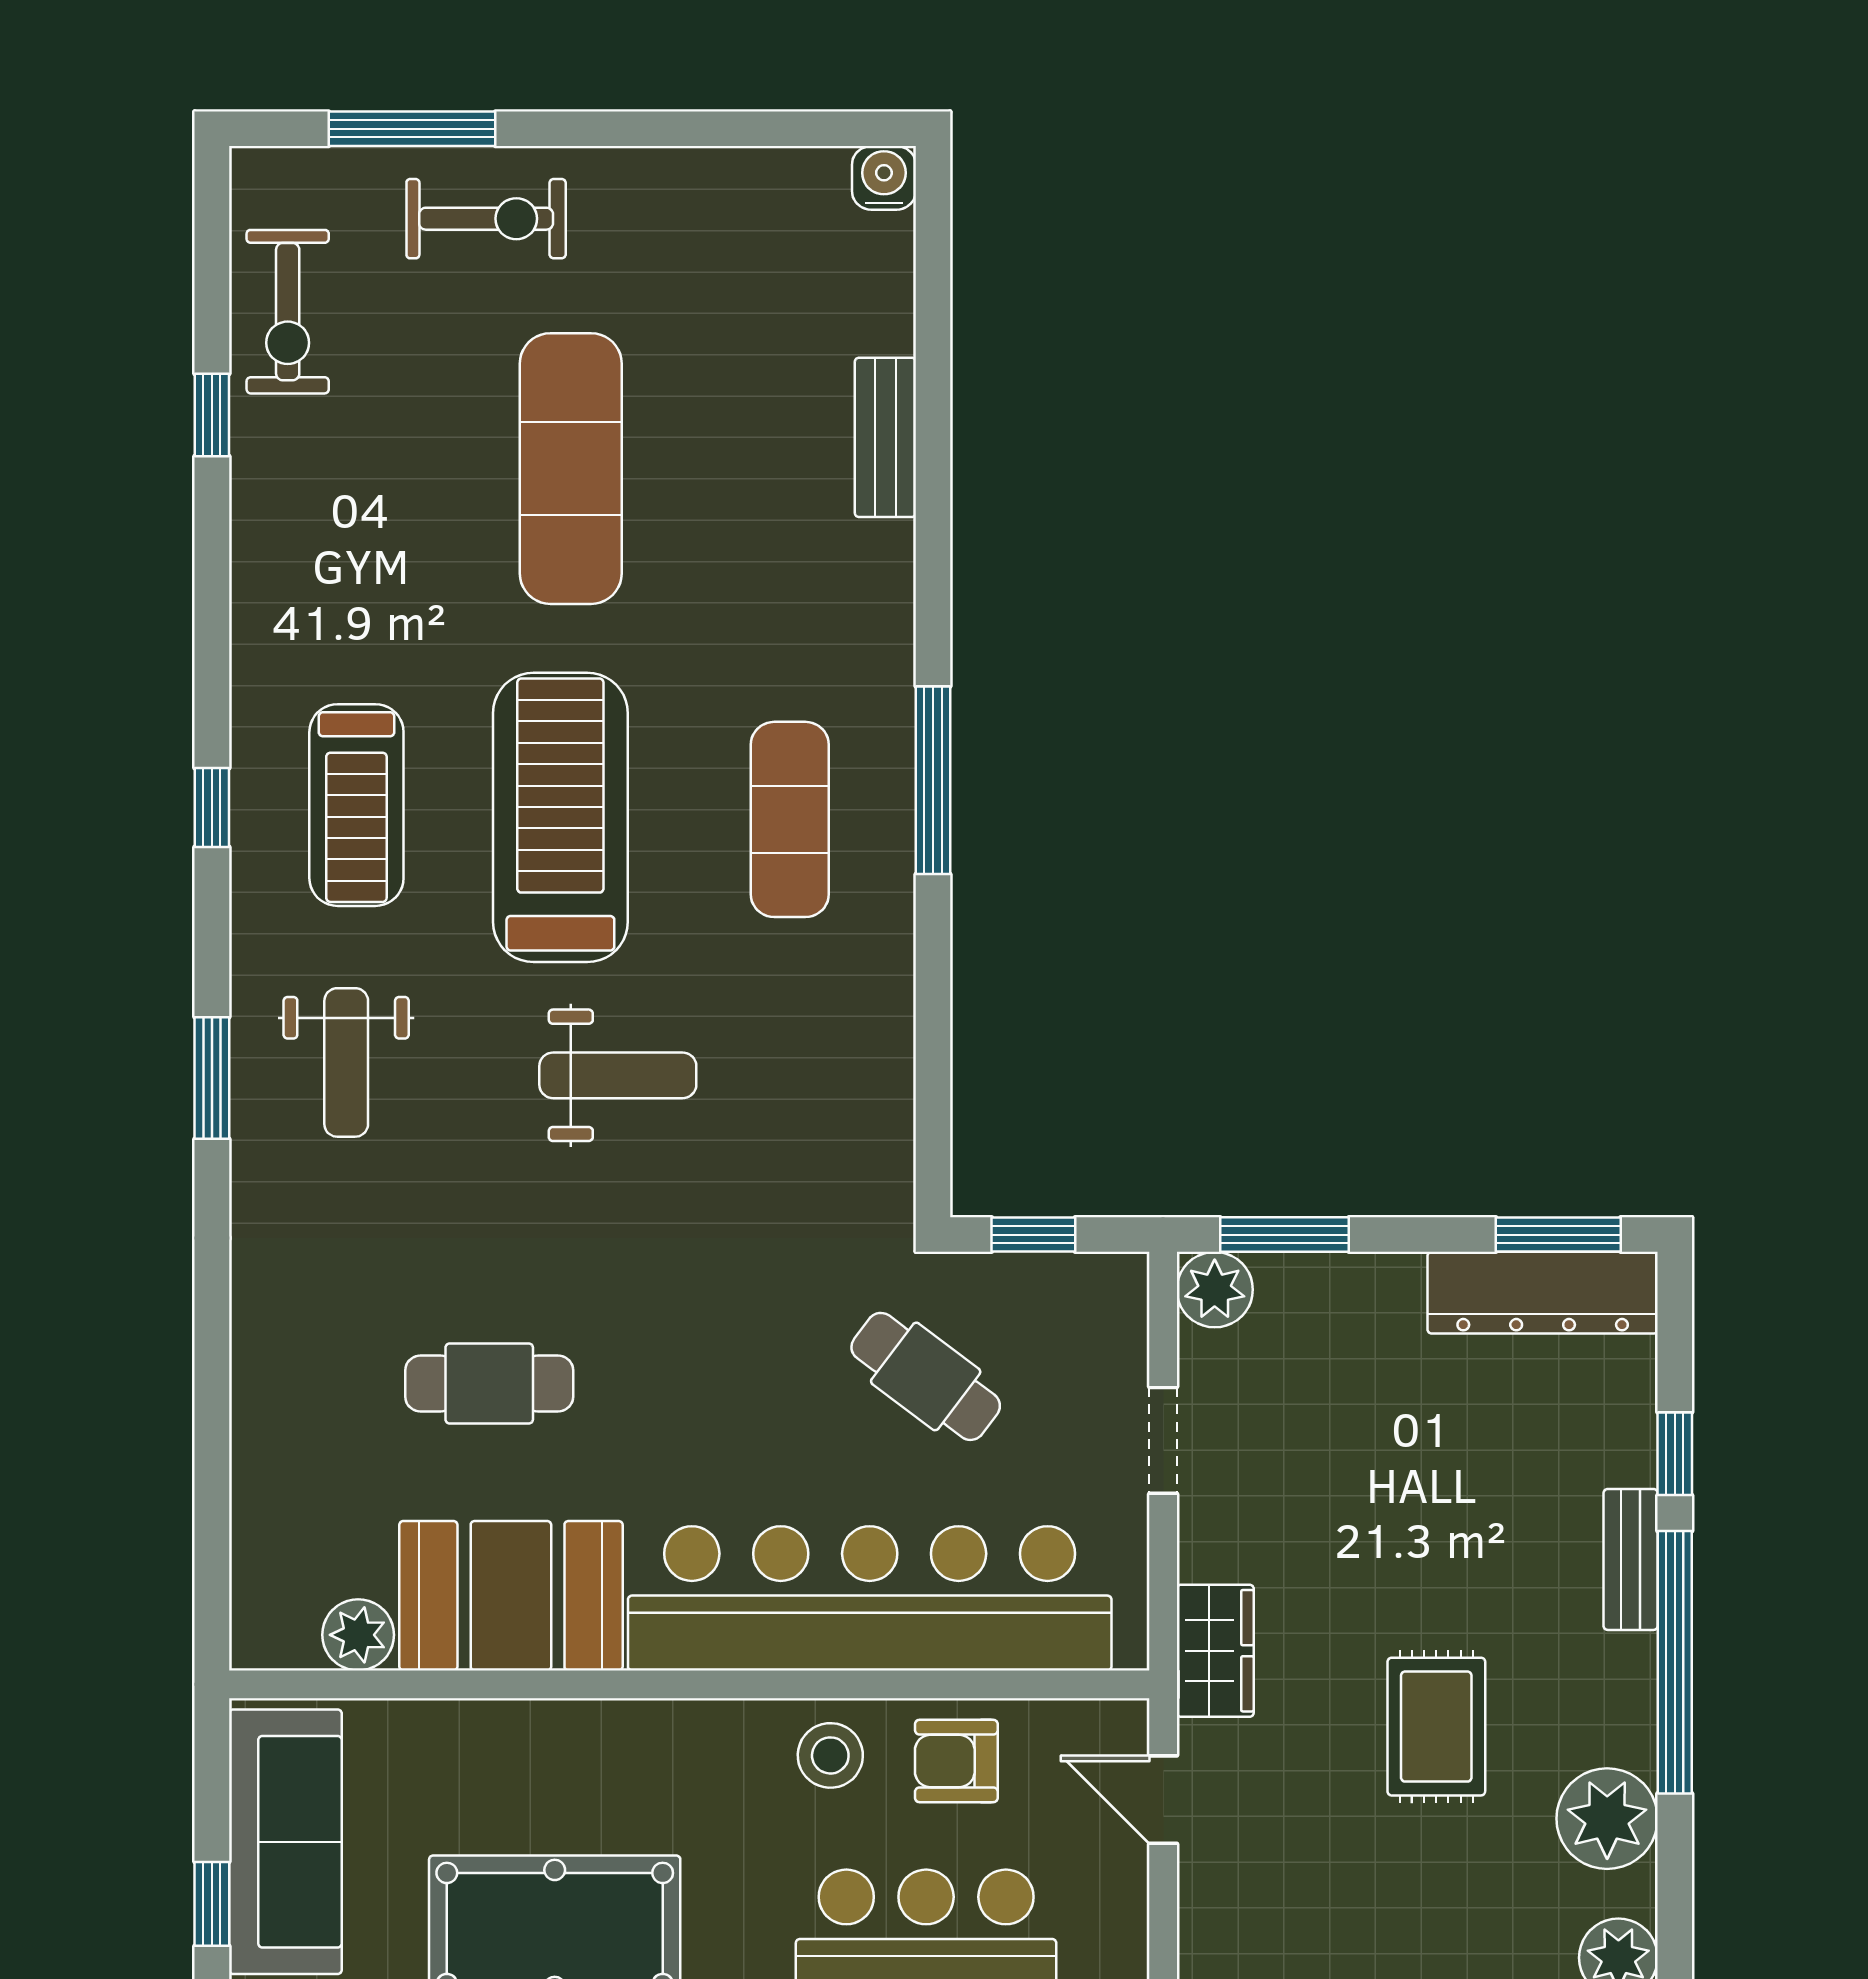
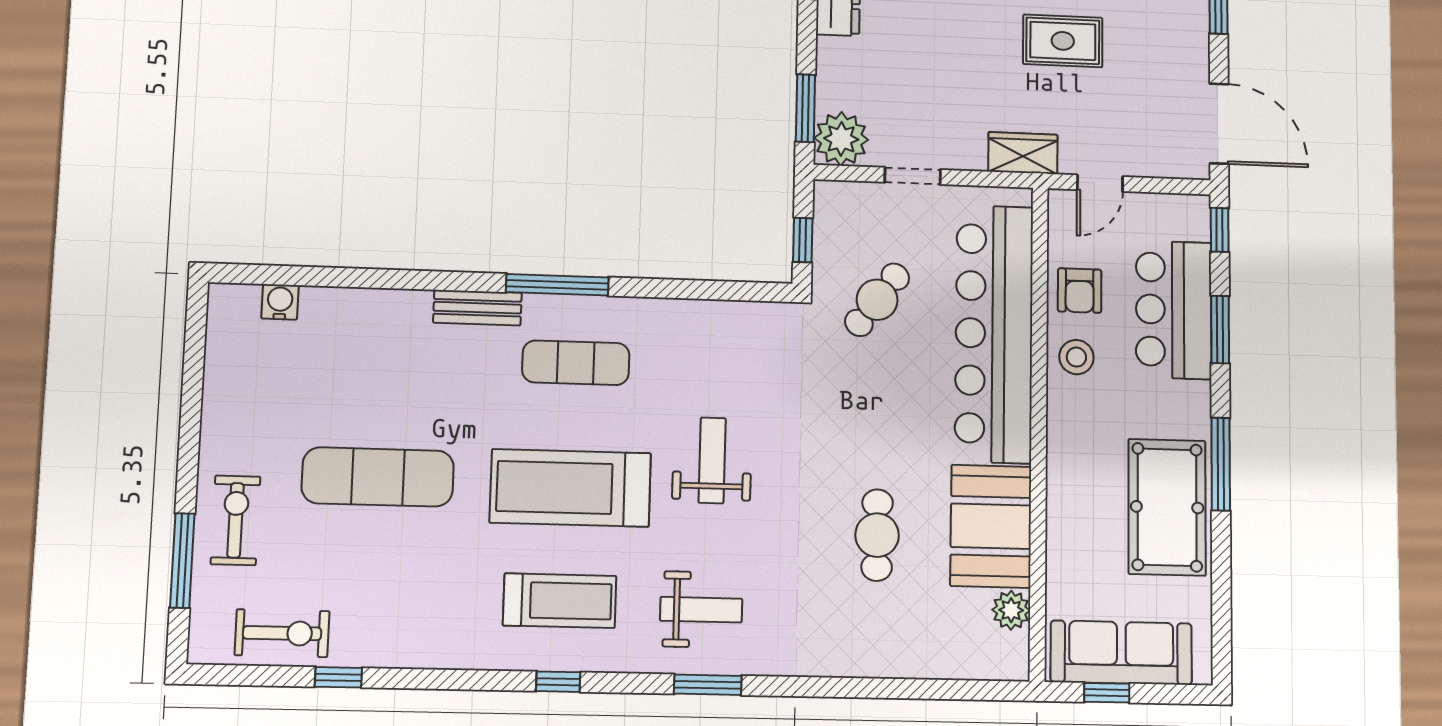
water cooler: (884, 178) -> (280, 302), moved, turned 90
bench: (885, 437) -> (477, 308), moved
plant: (1215, 1290) -> (841, 139), width x1.36, depth x1.36
window: (212, 1904) -> (1107, 693), moved

